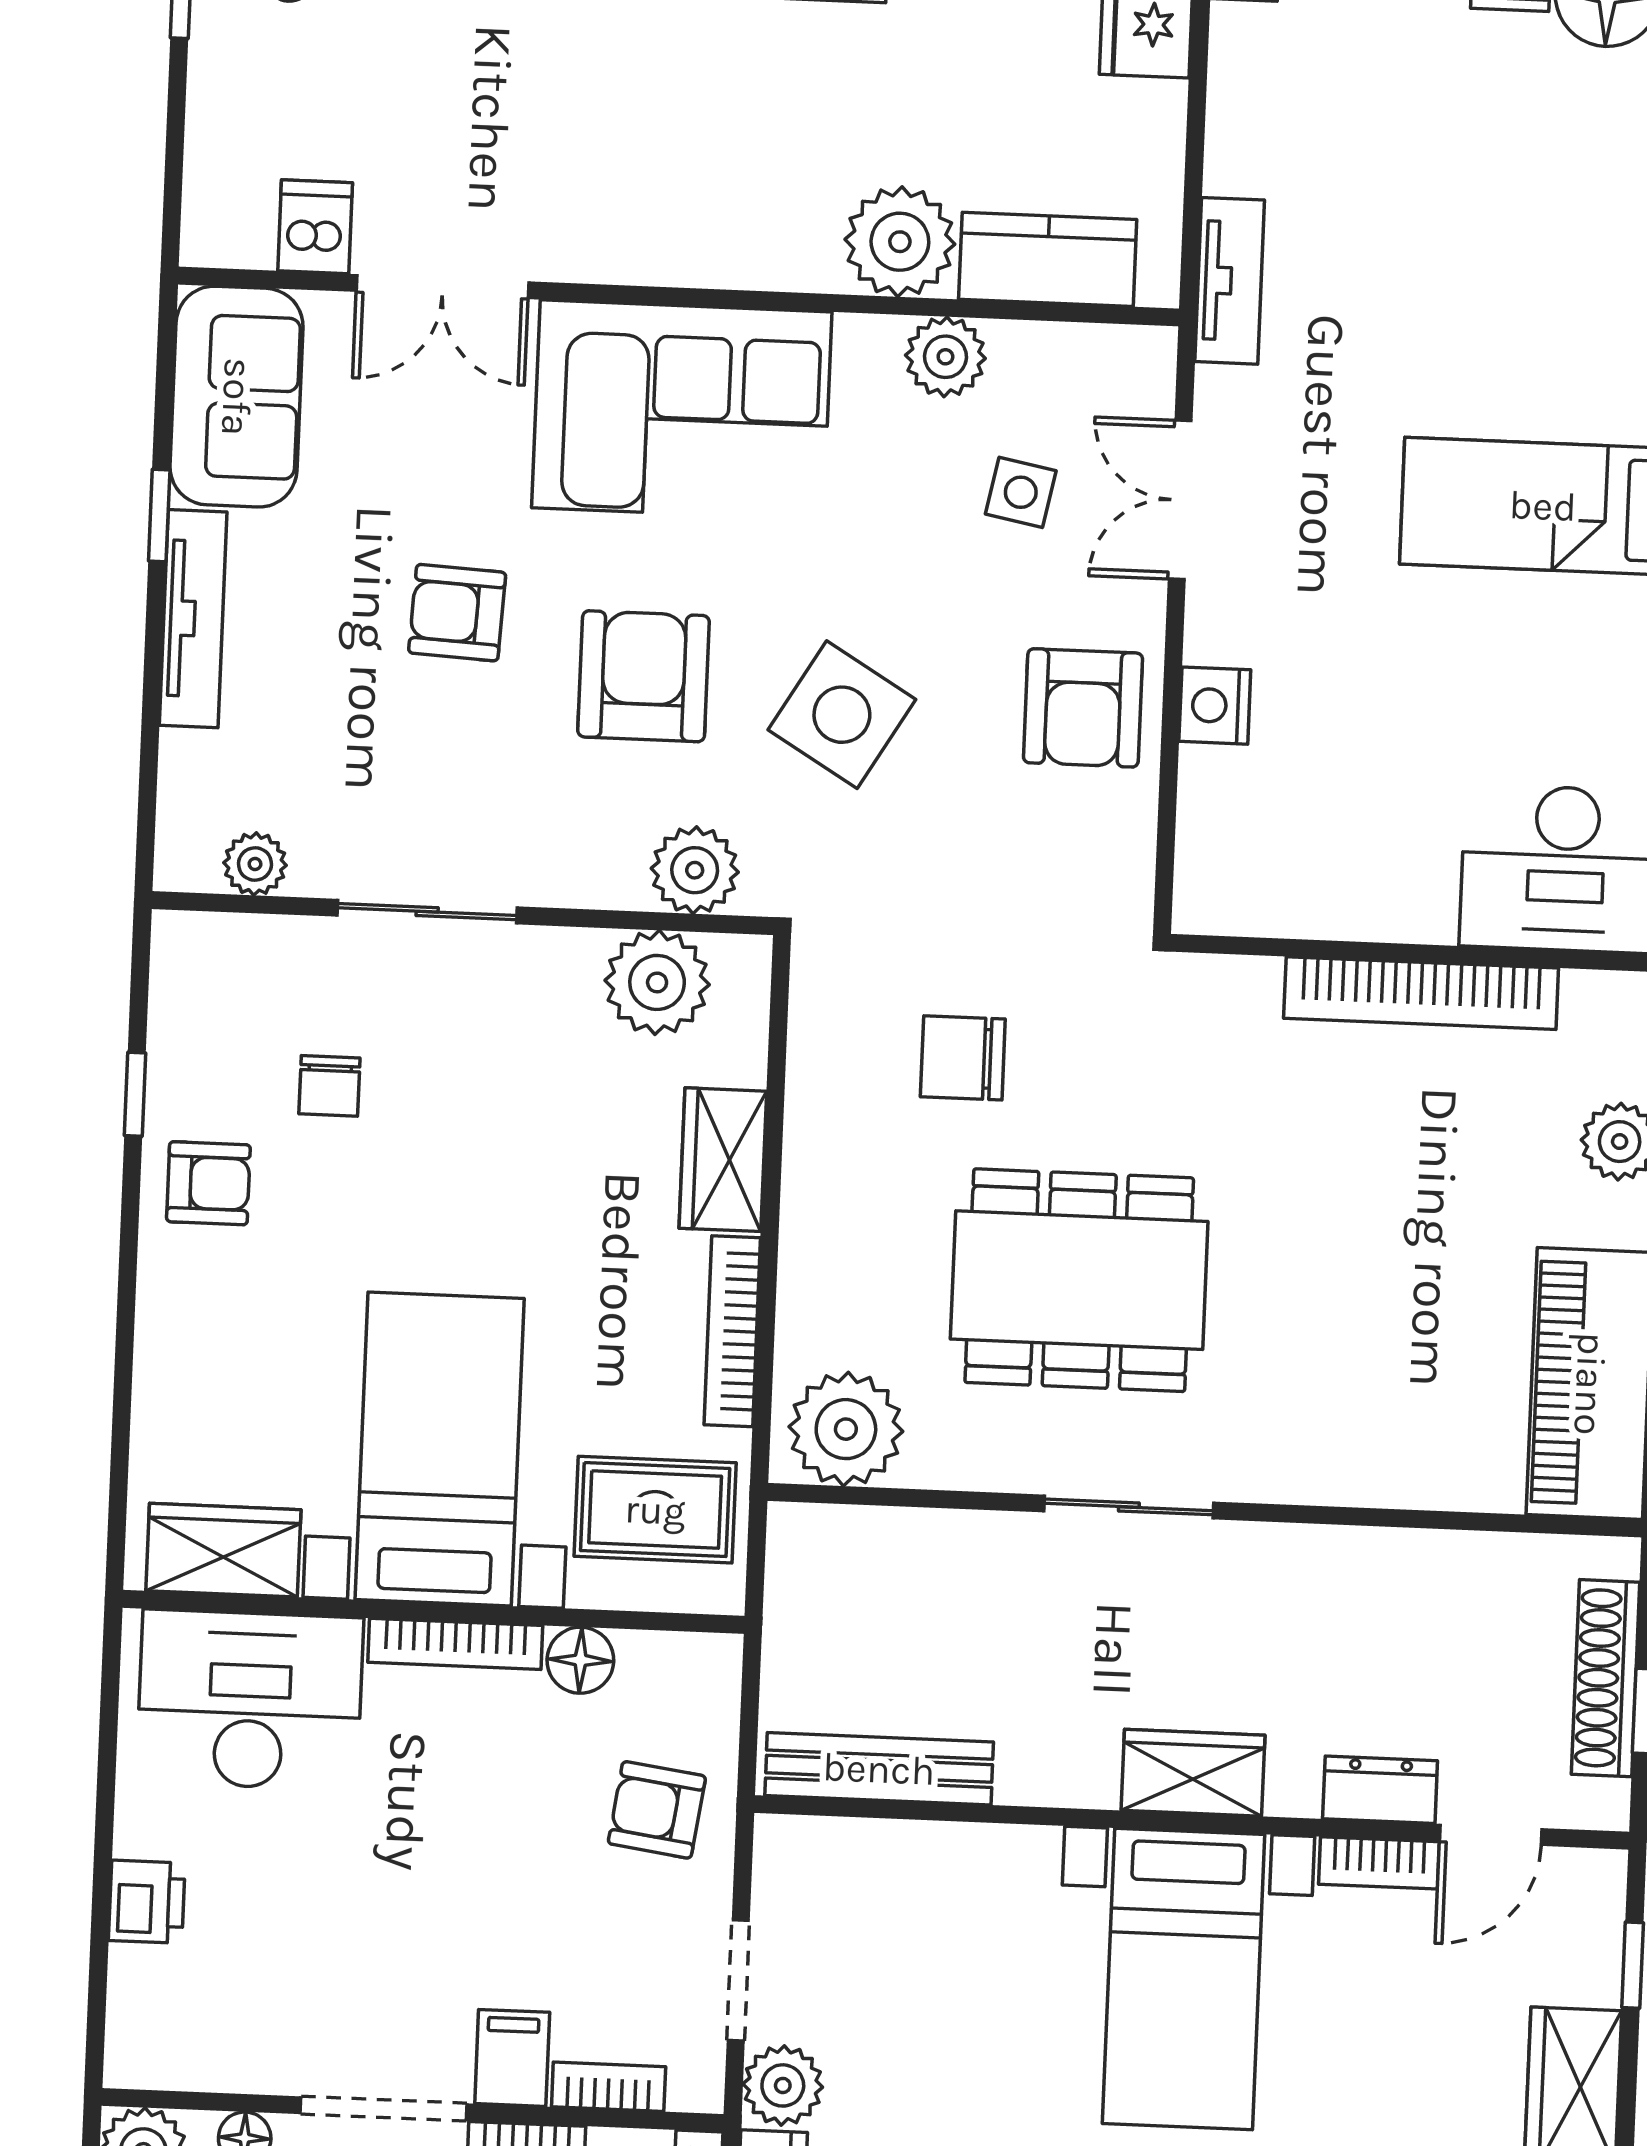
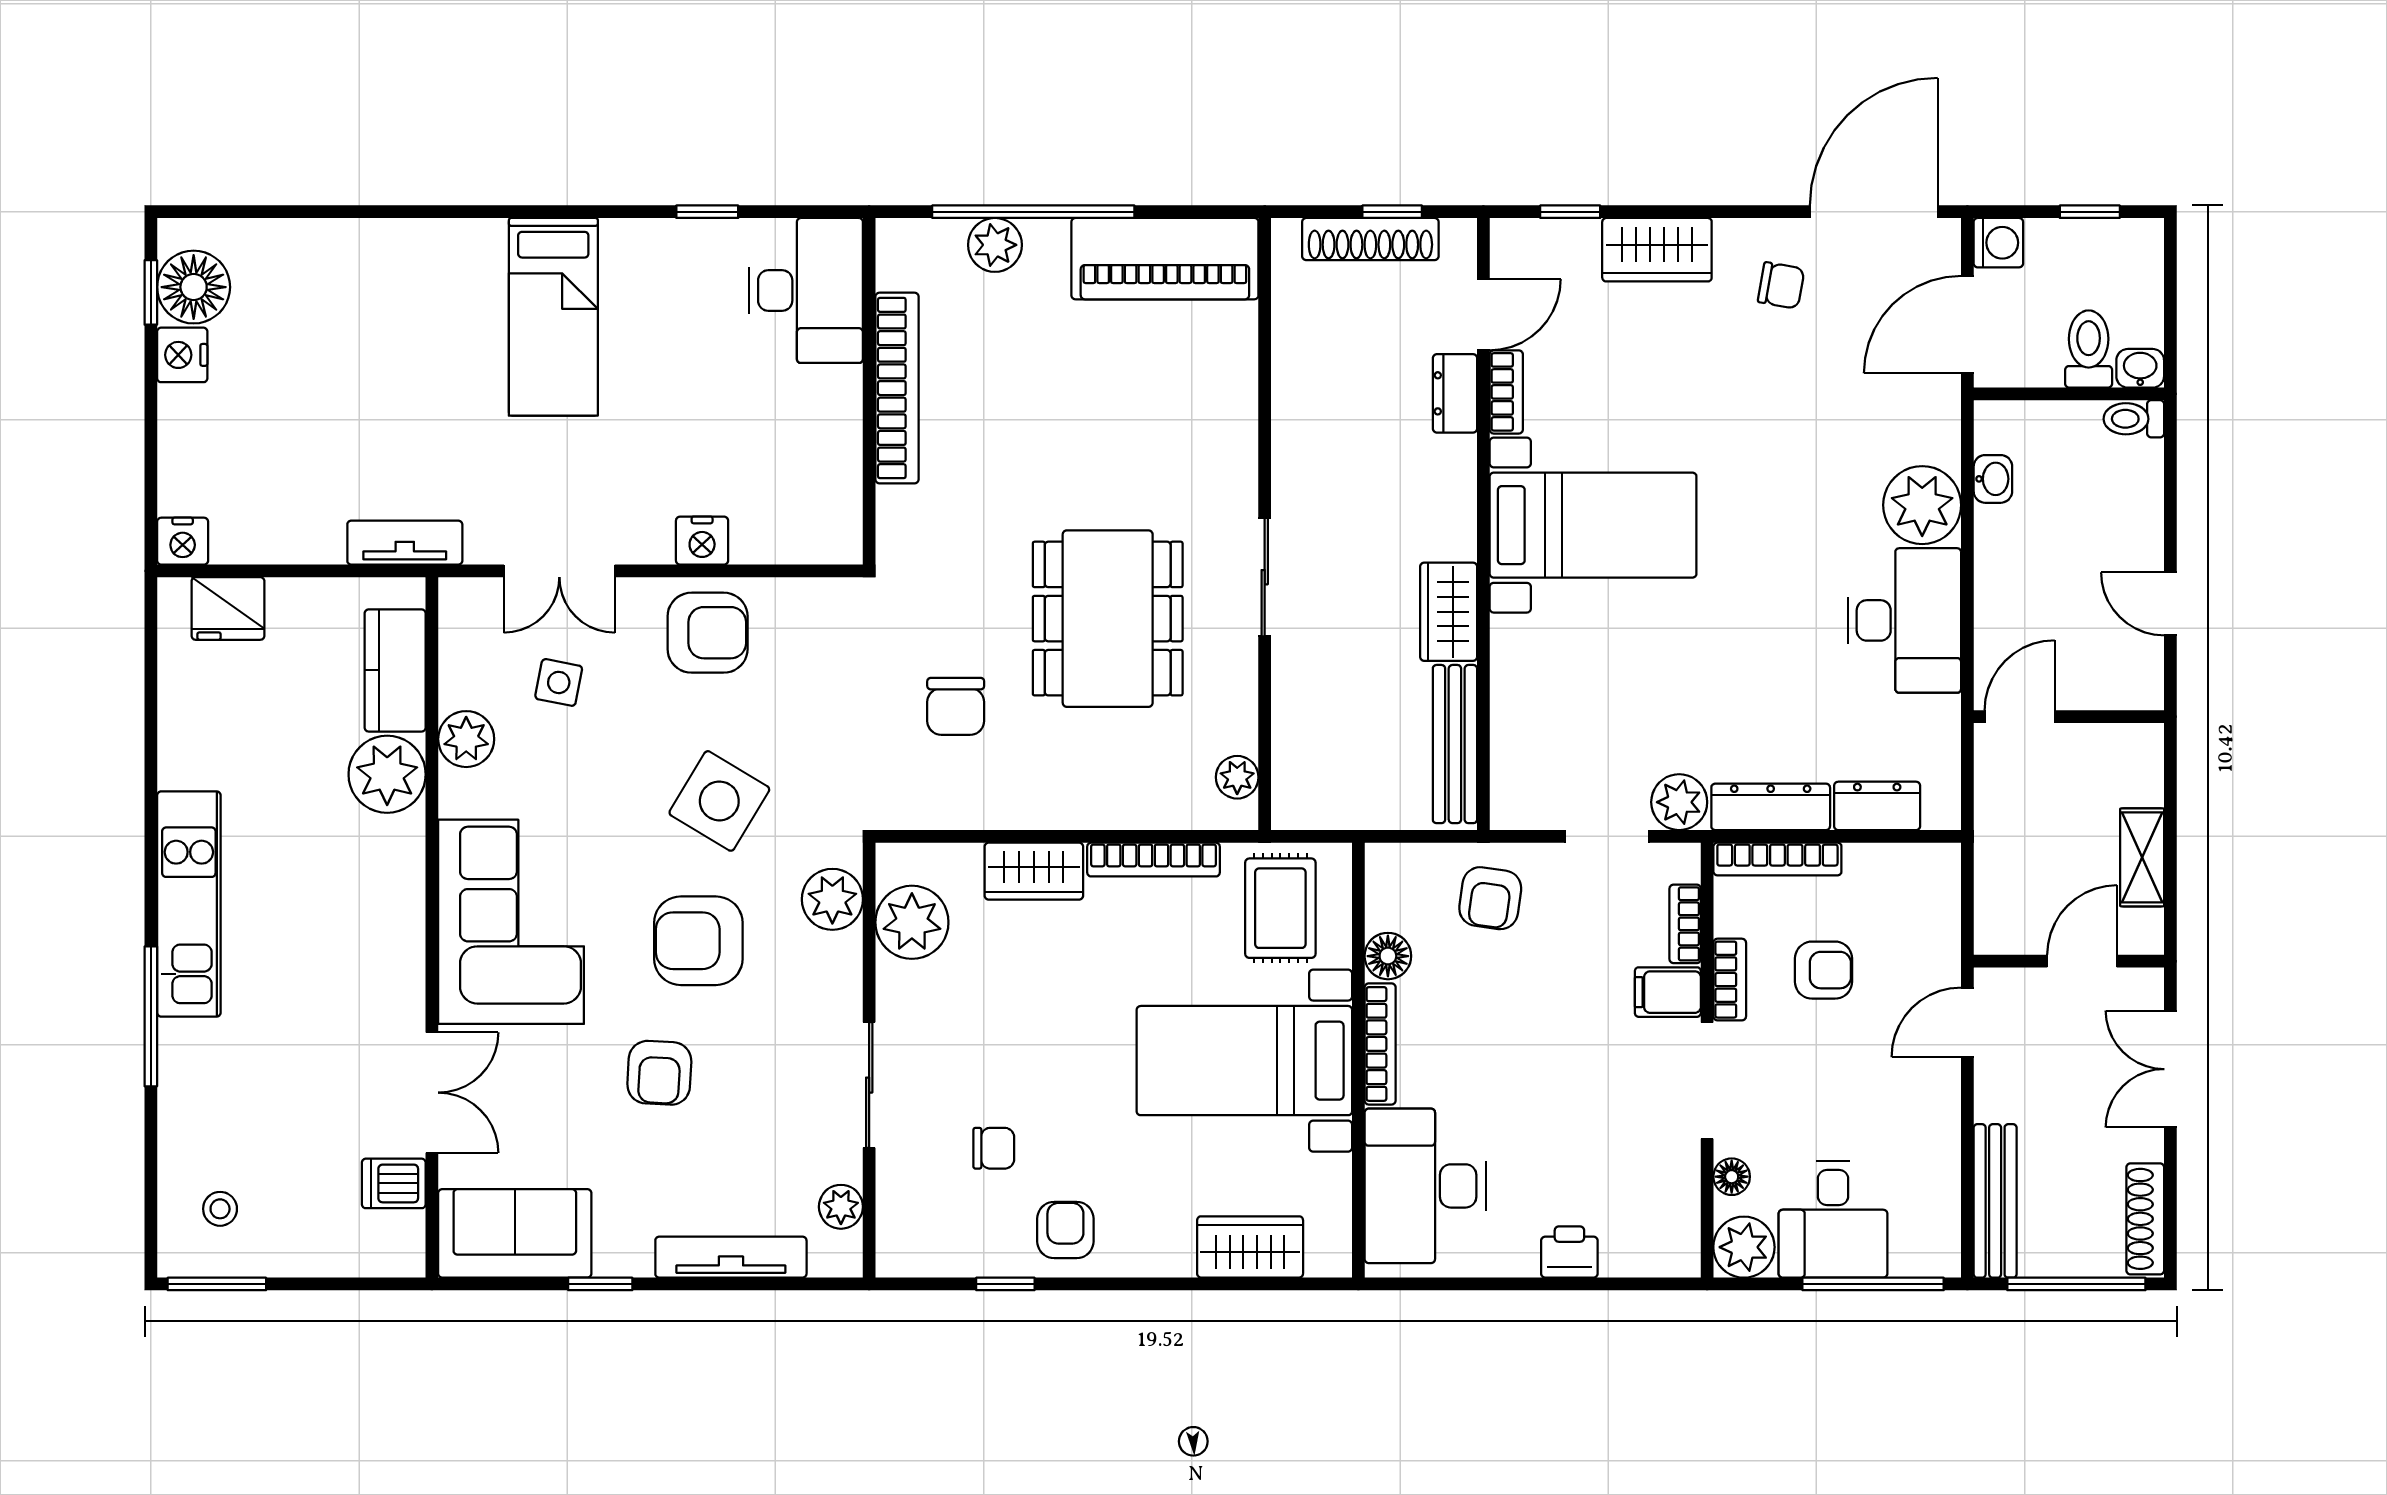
tv unit: (193, 619) -> (731, 1257), moved
plant: (846, 1429) -> (1237, 777), width x0.53, depth x0.53
wardrobe: (223, 1550) -> (1250, 1247), moved, turned 90
wardrobe: (1193, 1773) -> (1449, 612), moved
door: (1491, 1835) -> (1483, 315), hinge flipped

